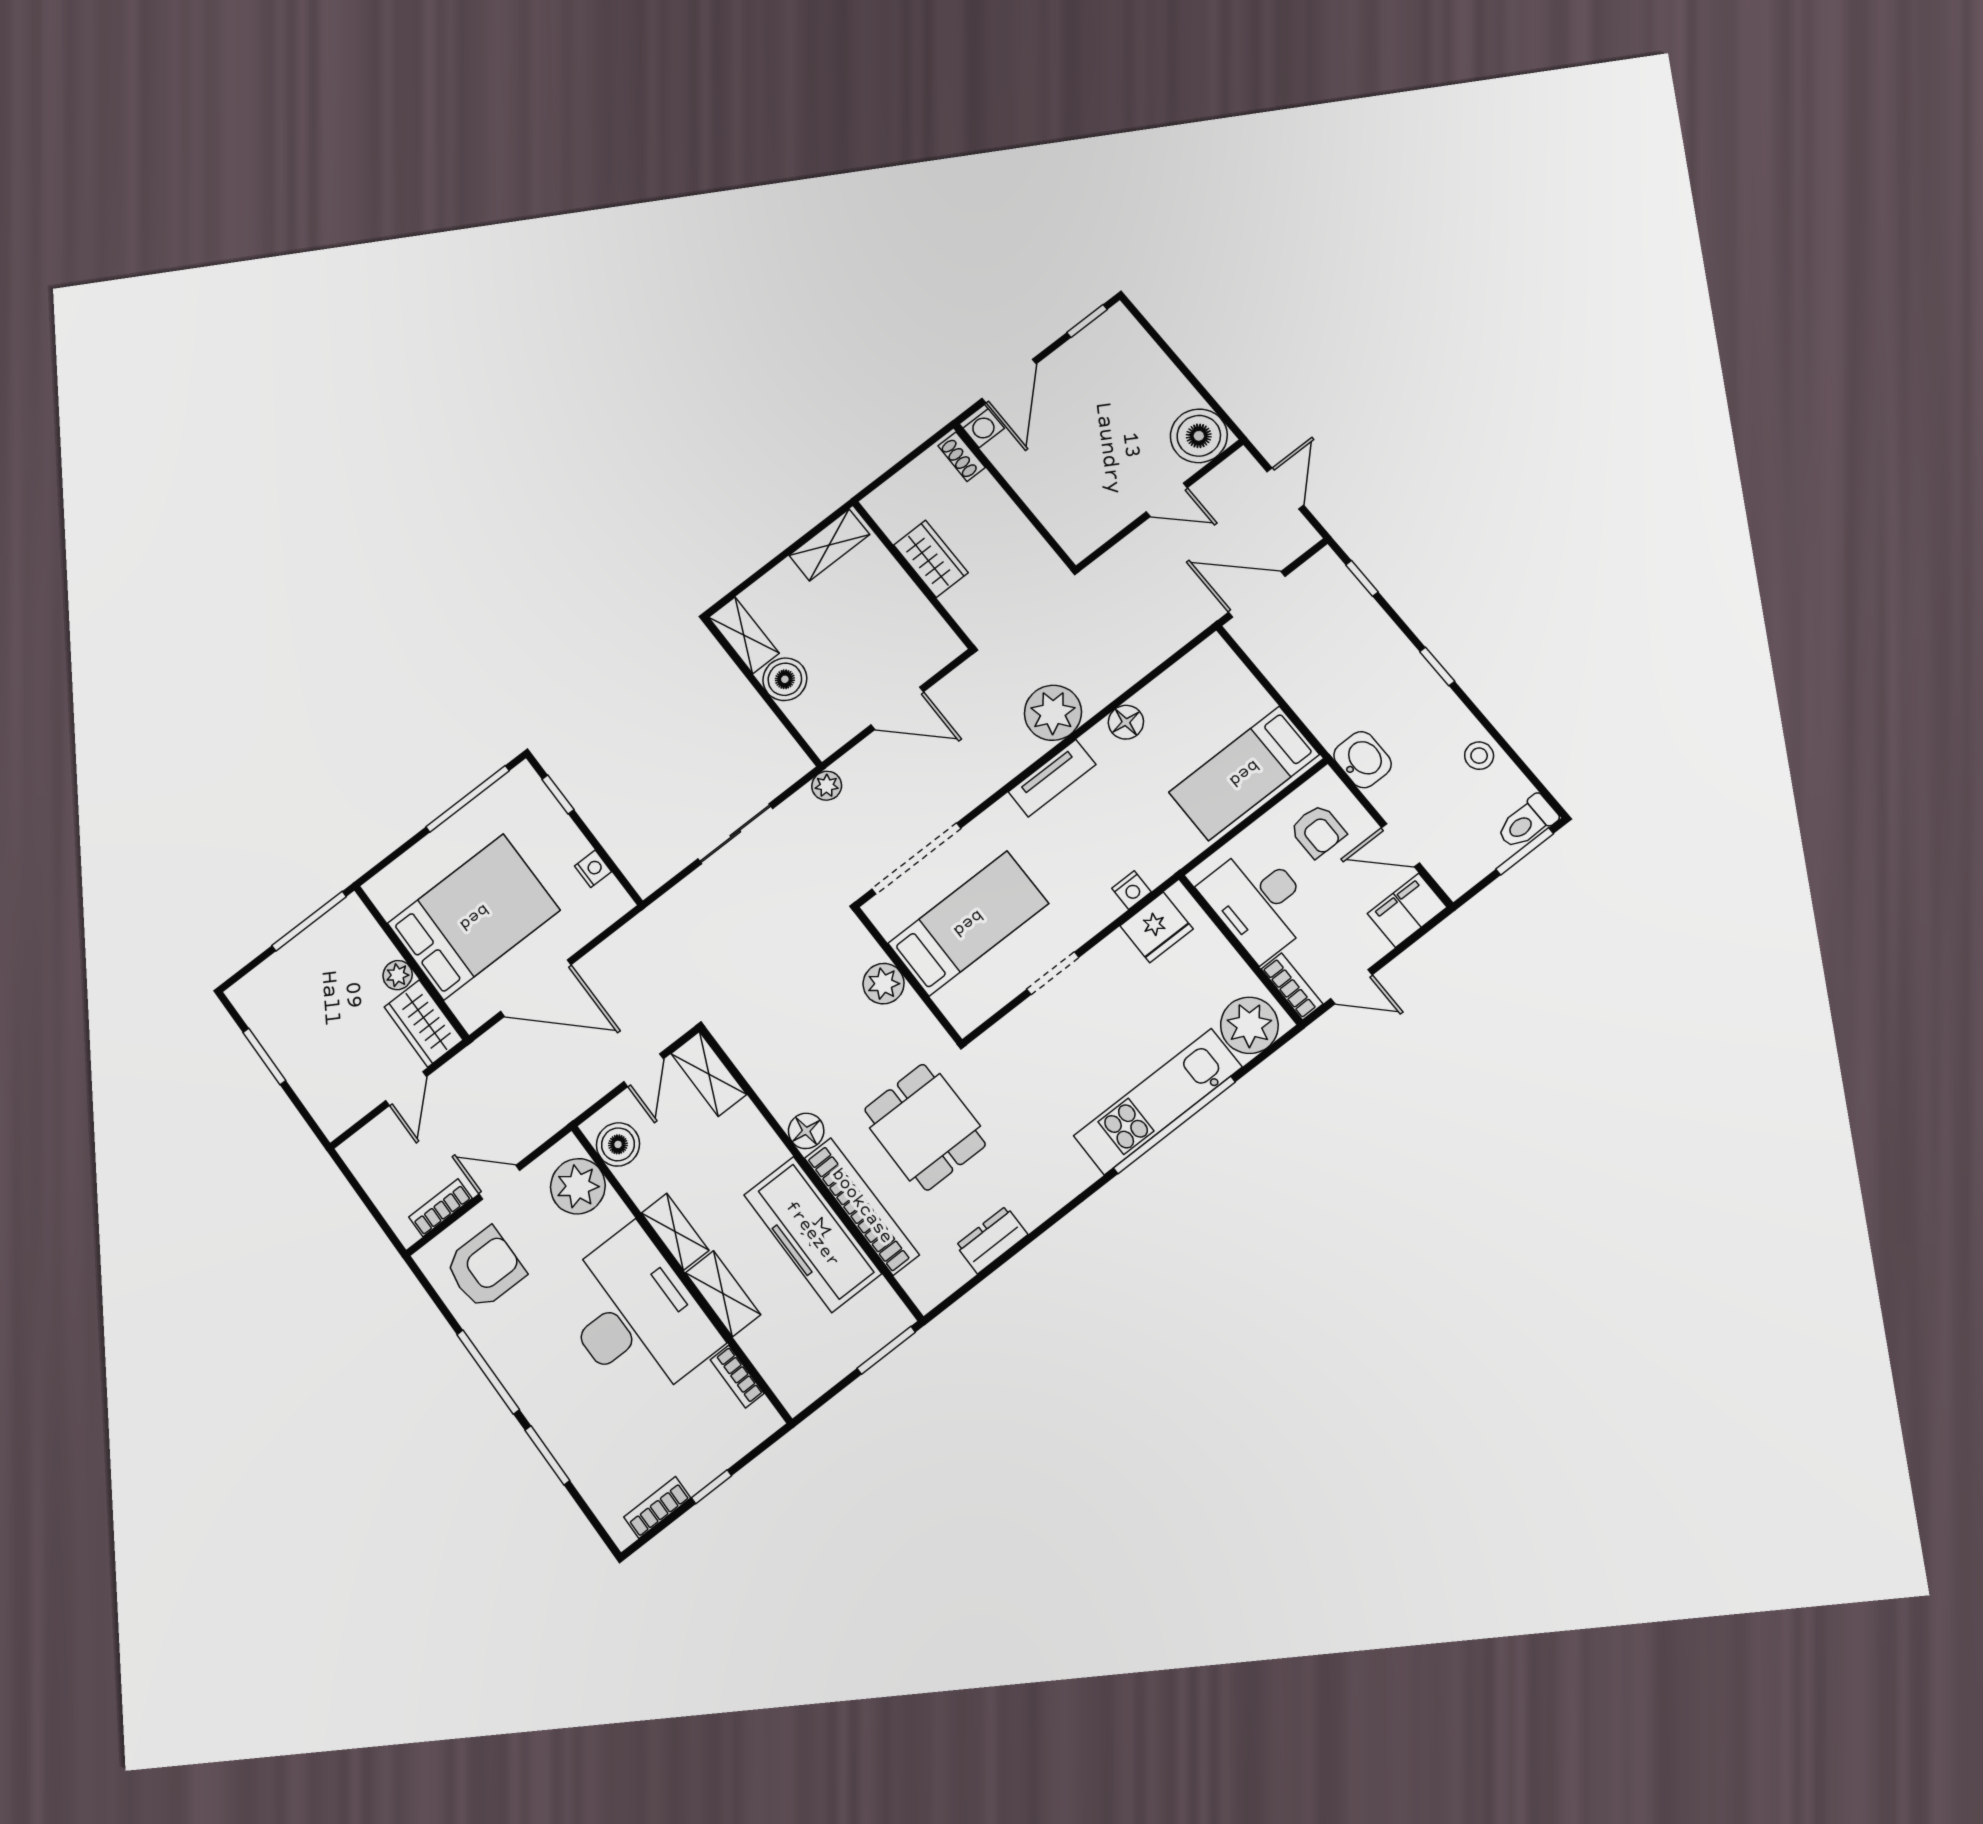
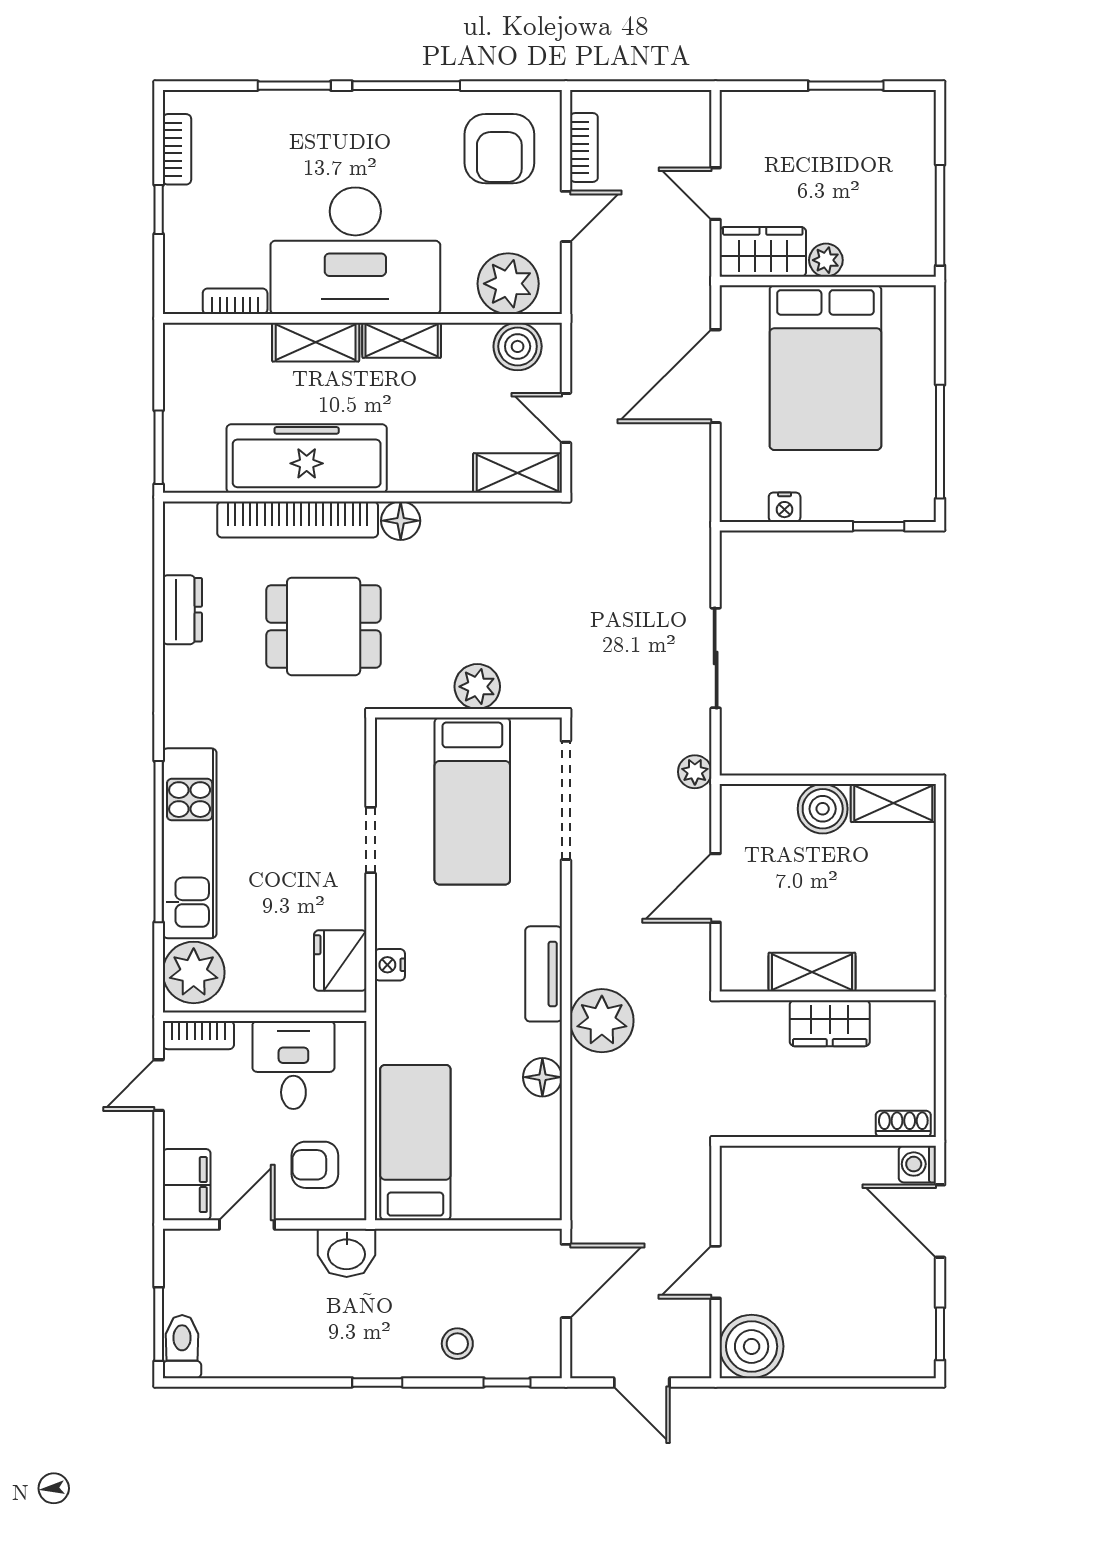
shelving: (829, 545) -> (812, 972), moved, turned 90
stool: (1479, 756) -> (457, 1344), moved
desk: (1258, 902) -> (293, 1065), width x0.73

